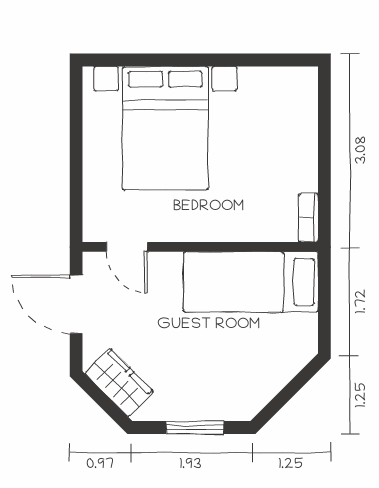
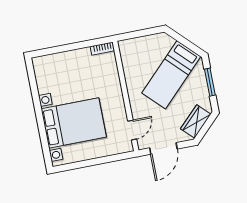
bed: (251, 282) -> (171, 75), moved, turned 45

